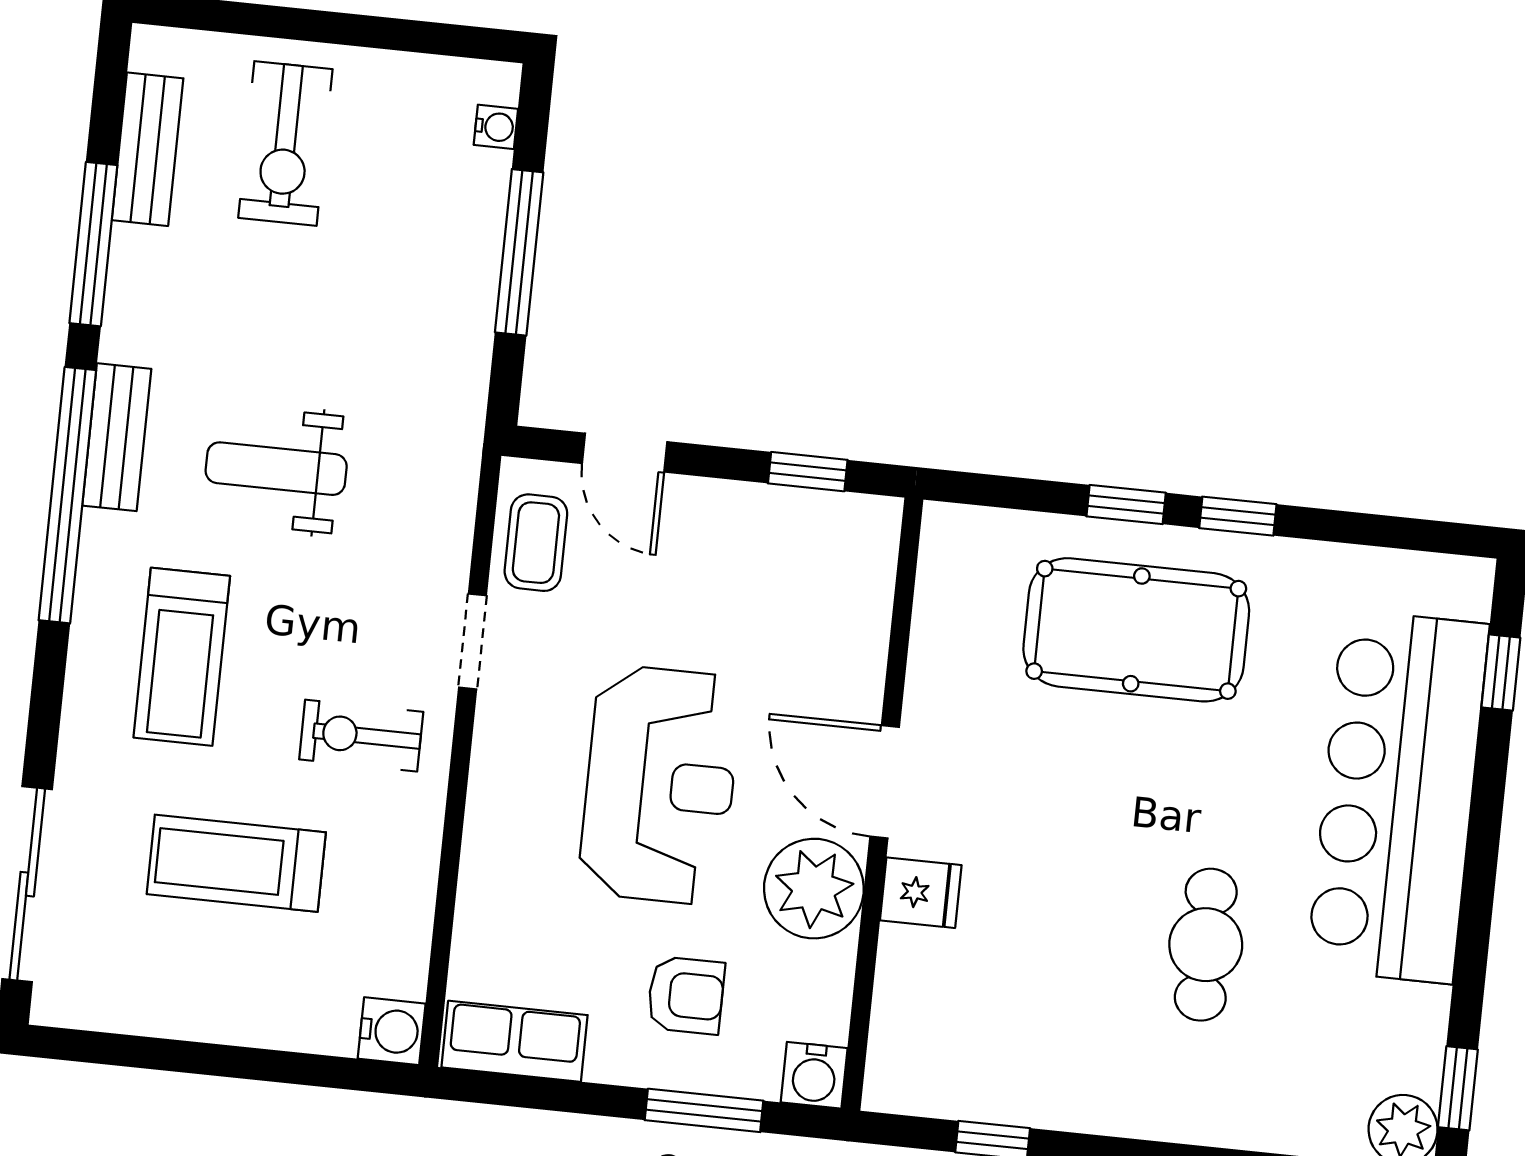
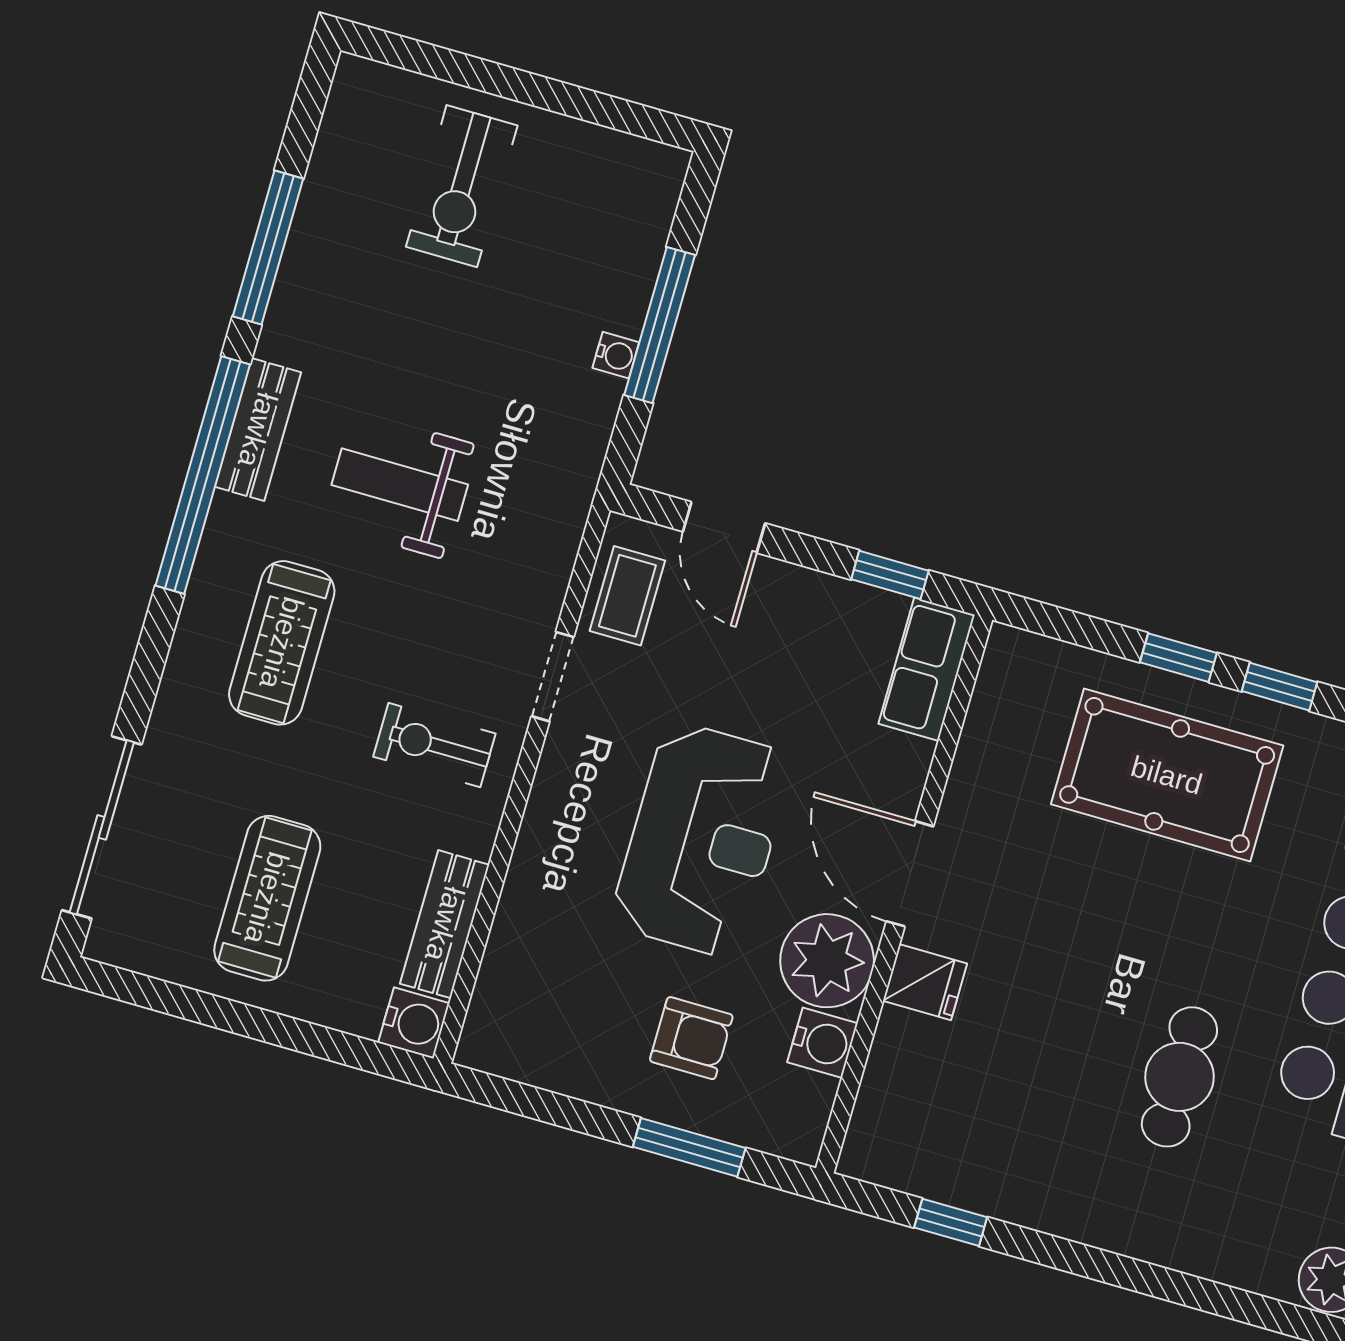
water cooler: (496, 127) -> (616, 355), moved
bench: (148, 149) -> (445, 924), moved
treadmill: (236, 863) -> (267, 898), moved, turned 90
row of seats: (514, 1041) -> (927, 669), moved, turned -90
water cooler: (814, 1075) -> (822, 1043), moved, turned -90

